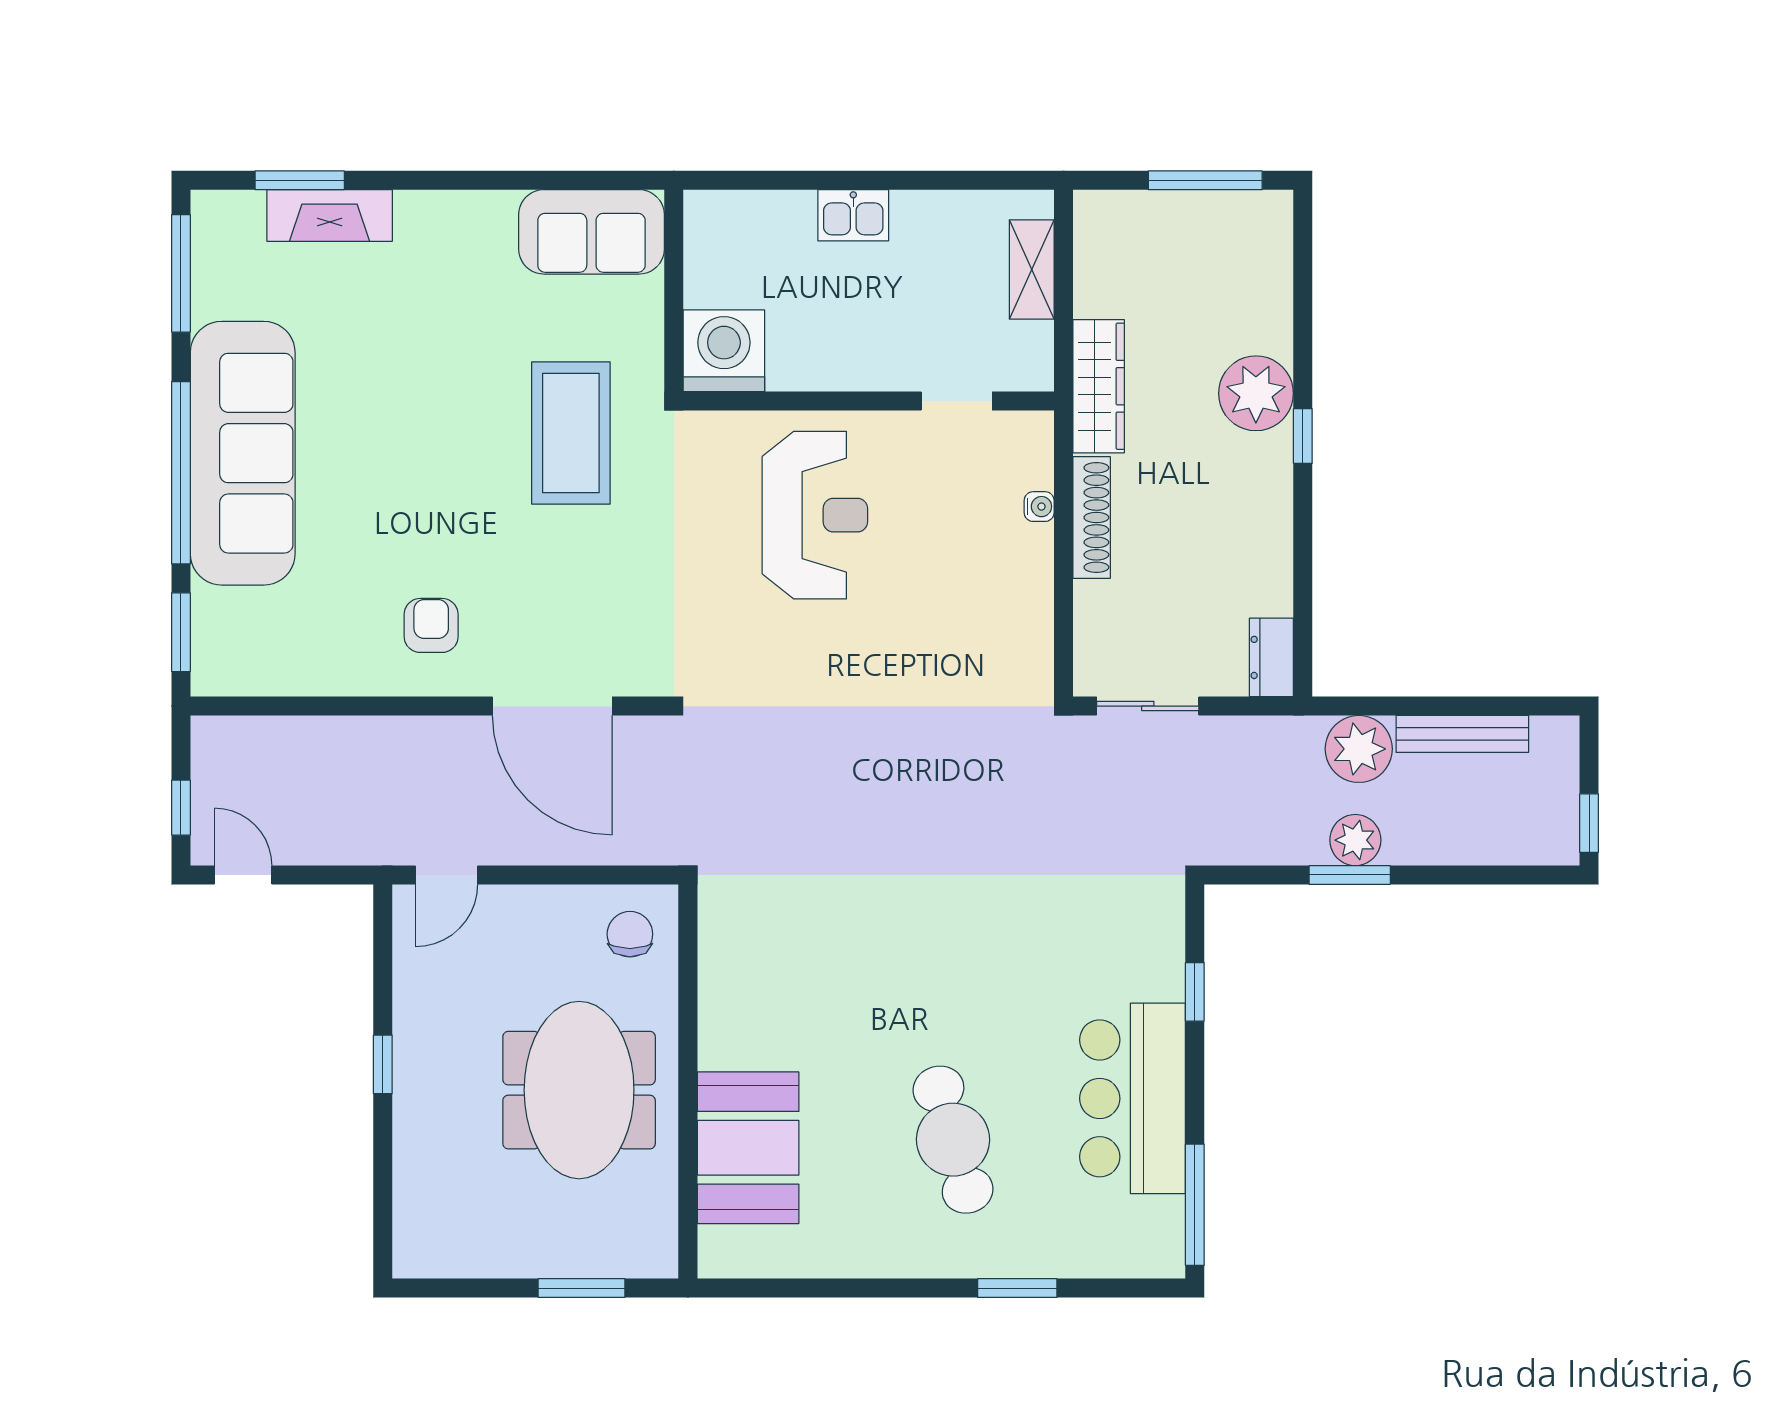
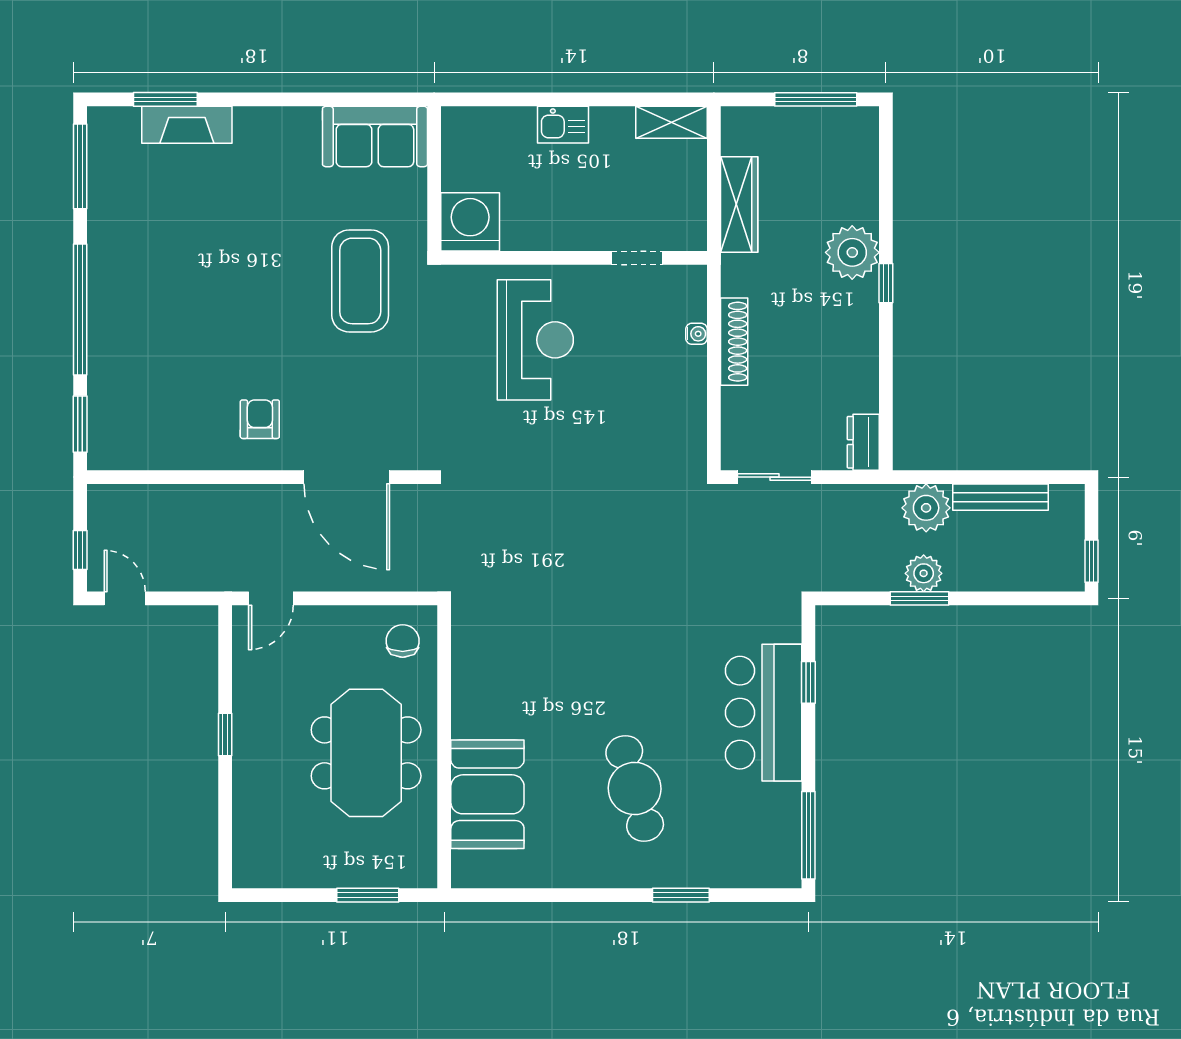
shelving: (1032, 269) -> (672, 122), moved, turned 90
wardrobe: (1099, 386) -> (739, 205), moved
sofa: (243, 453) -> (124, 295), removed
bar counter: (1133, 1098) -> (764, 713), moved

